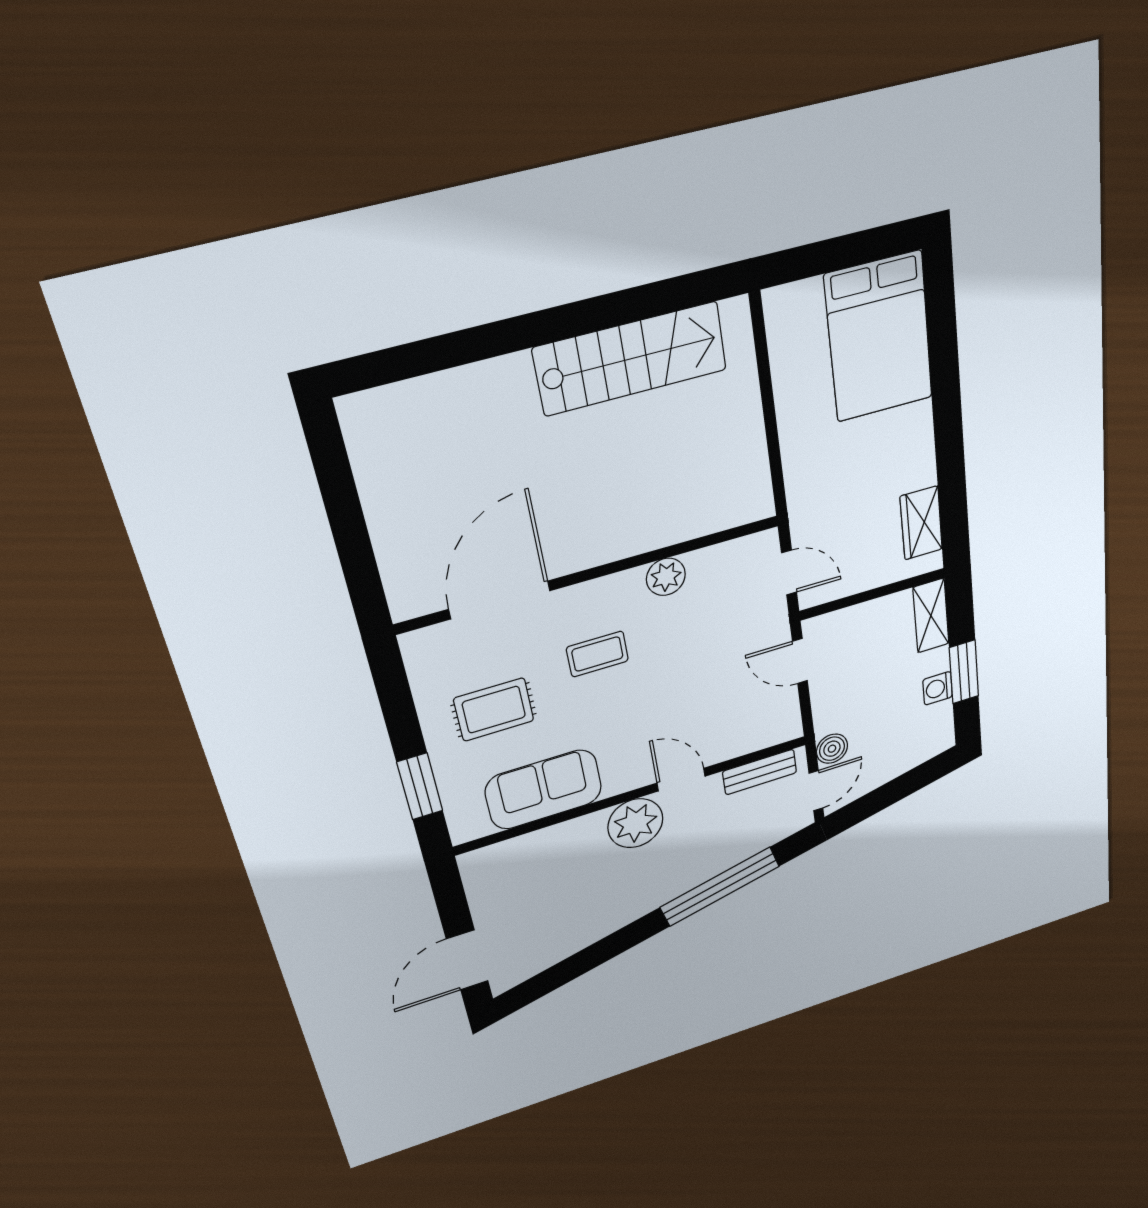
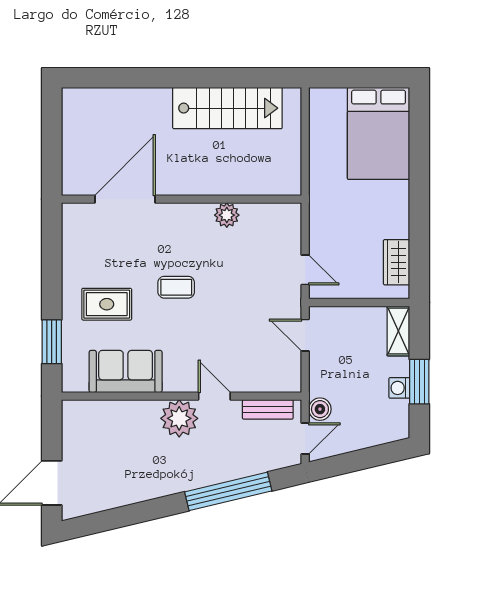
wall: (590, 574) -> (181, 199), moved
plant: (666, 577) -> (227, 215), moved
door: (499, 600) -> (125, 199), moved

